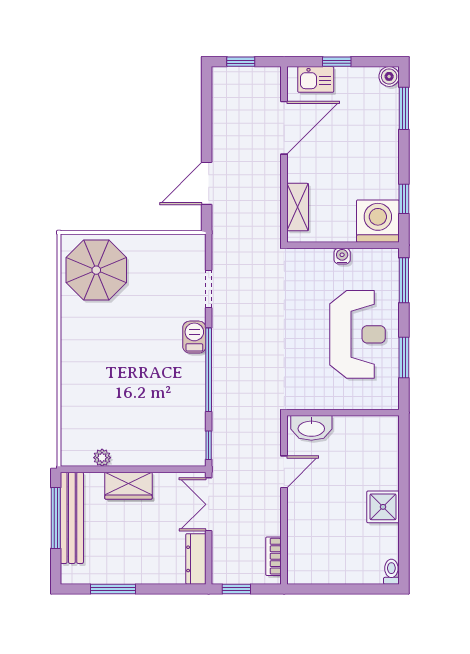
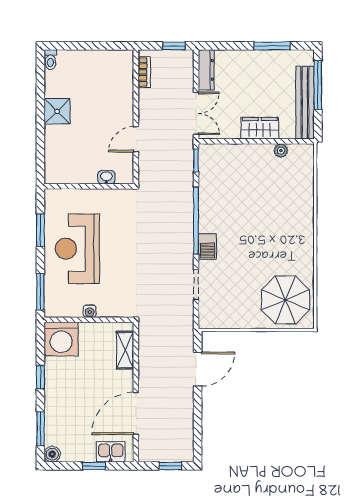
window: (404, 199) -> (40, 377), moved
washbasin: (311, 428) -> (106, 177), width x0.52, depth x0.69
window: (56, 518) -> (318, 85), moved

